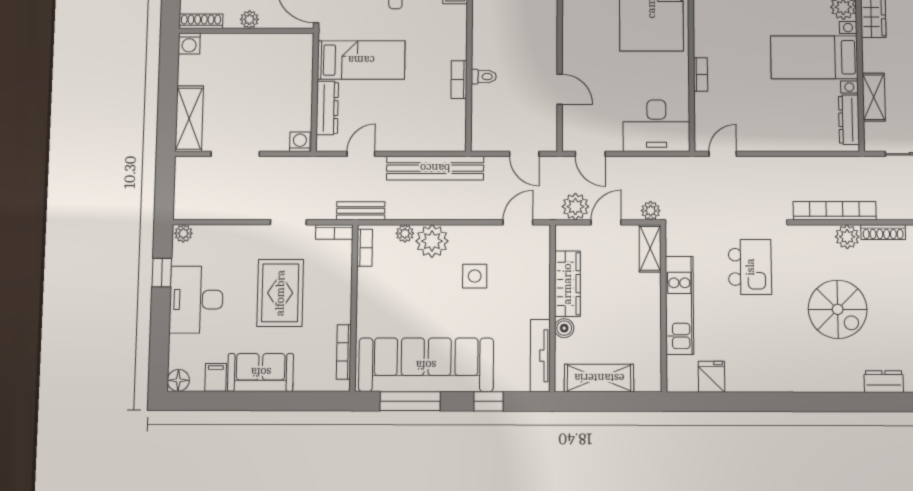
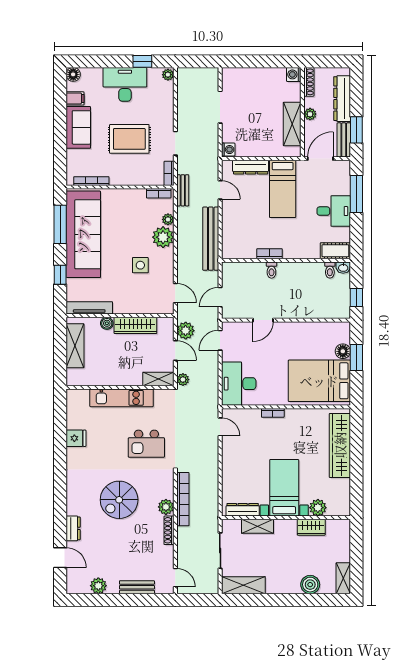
shelving: (189, 119) -> (292, 124), moved, turned 90
fridge: (712, 377) -> (76, 438), moved

